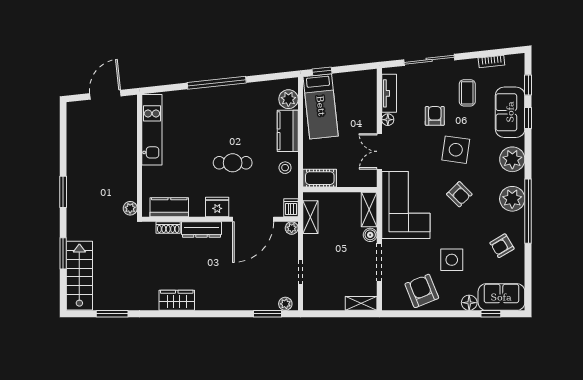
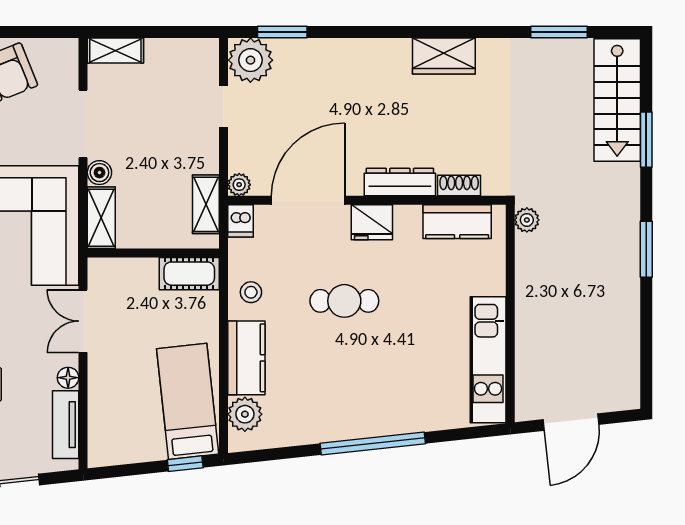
double door: (379, 151) -> (83, 321), swing flipped
plant: (285, 304) -> (250, 60), width x1.88, depth x1.88

